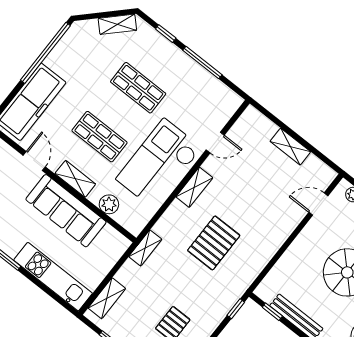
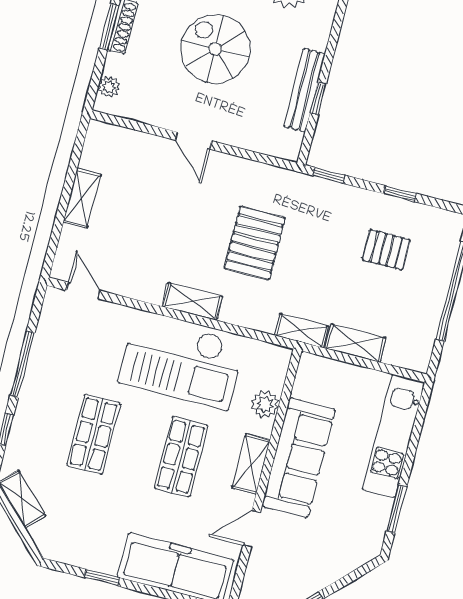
window: (45, 53) -> (102, 578), width x0.32
door: (215, 142) -> (83, 290), moved
door: (318, 204) -> (193, 141), moved
pallet: (214, 243) -> (255, 243), turned 90
shelving: (107, 298) -> (356, 343), moved
window: (272, 312) -> (318, 98), moved

